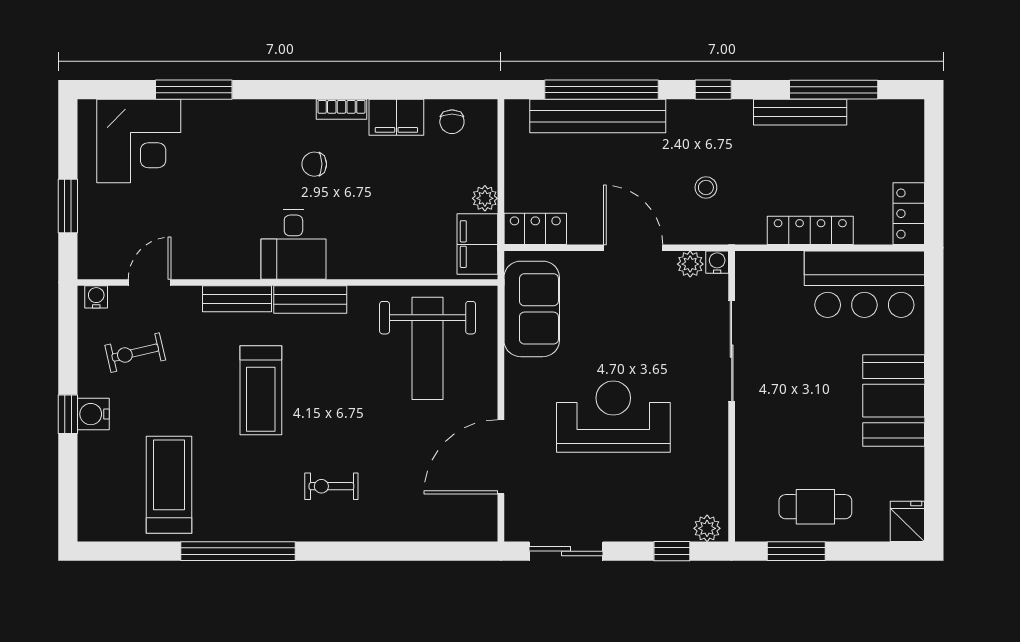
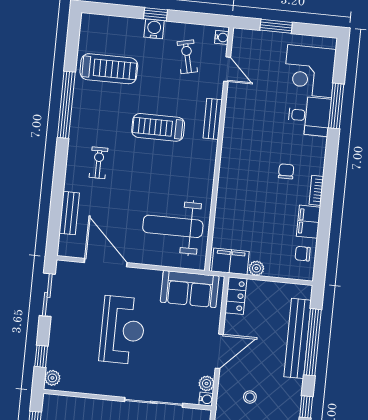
desk: (293, 244) -> (309, 116), moved, turned 180
bench: (310, 300) -> (69, 213), moved

